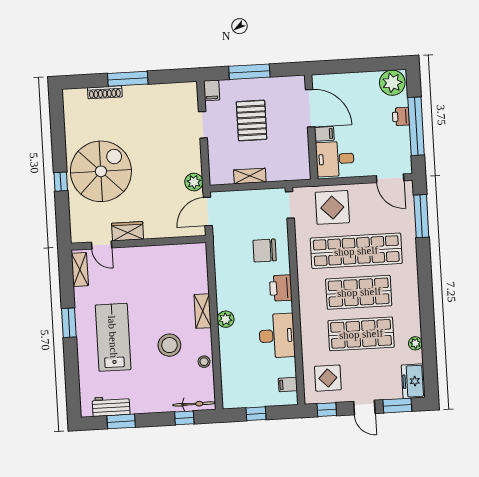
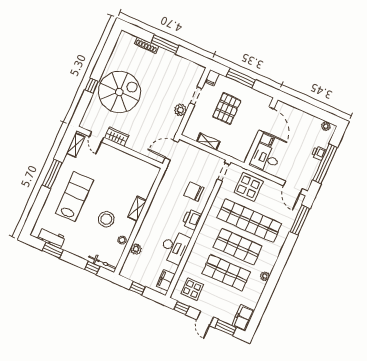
plant: (392, 83) -> (326, 126), width x0.53, depth x0.53
plant: (194, 182) -> (180, 110), moved
plant: (226, 319) -> (136, 249), moved
window: (69, 323) -> (52, 174), width x1.44
plant: (415, 343) -> (265, 276), moved
filing cabinet: (288, 385) -> (166, 280), width x2.00

